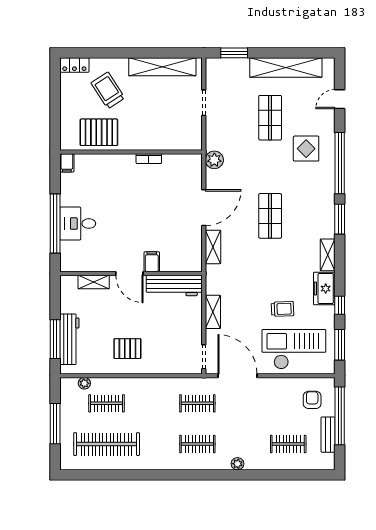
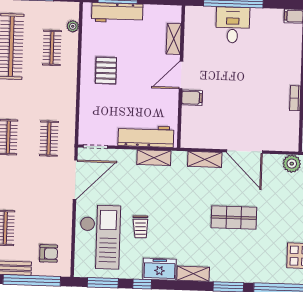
workbench: (174, 285) -> (146, 136), moved, turned 90
shelving: (213, 312) -> (154, 158), moved

